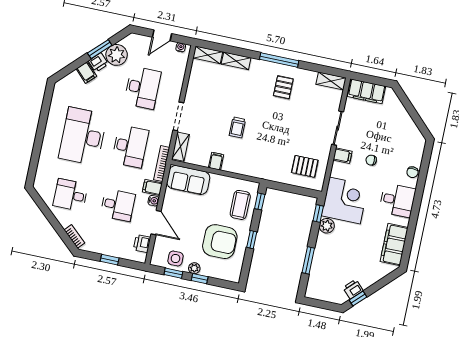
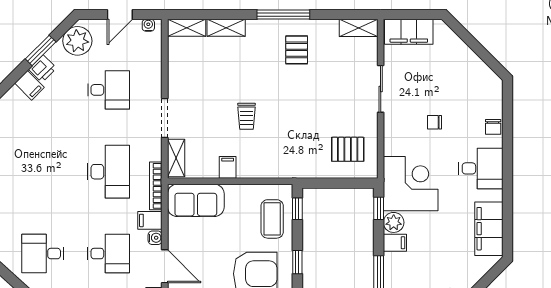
plant: (117, 55) -> (77, 41), moved
desk: (142, 88) -> (109, 90), width x0.73
desk: (83, 136) -> (43, 172), removed
filing cabinet: (343, 156) -> (395, 243), moved

